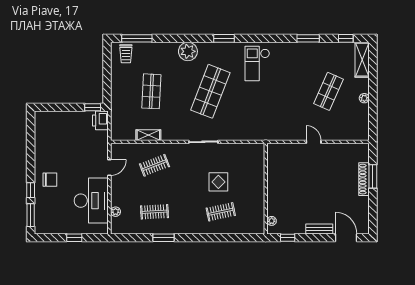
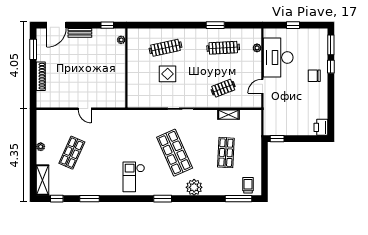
checkout: (257, 63) -> (134, 177), turned 180
shop shelf: (210, 91) -> (175, 153), turned -45
printer: (100, 120) -> (321, 127), moved, turned 180
window: (373, 176) -> (33, 49), moved
clothes rail: (154, 212) -> (223, 48), width x1.36
clothes rail: (221, 212) -> (166, 48), width x1.36
door: (346, 238) -> (56, 25), hinge flipped

